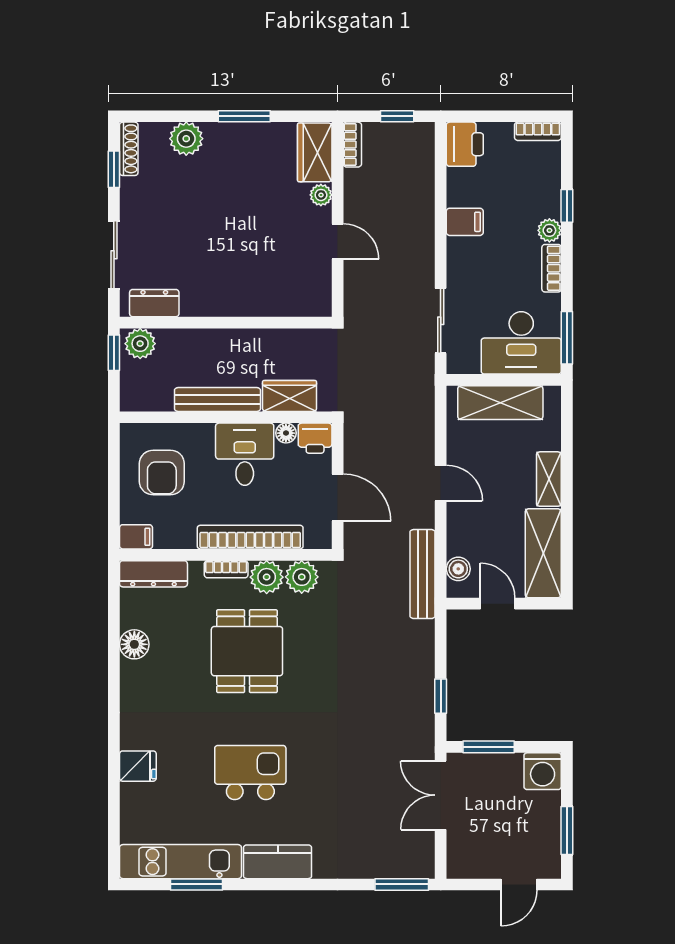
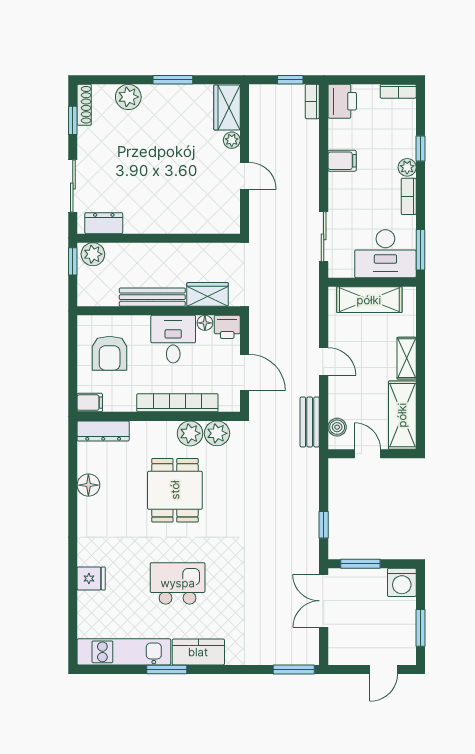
bookcase: (352, 145) -> (312, 101), moved, turned 180
bookcase: (226, 569) -> (159, 427), removed
bench: (423, 574) -> (310, 422), width x0.73
window: (196, 884) -> (167, 669), moved

